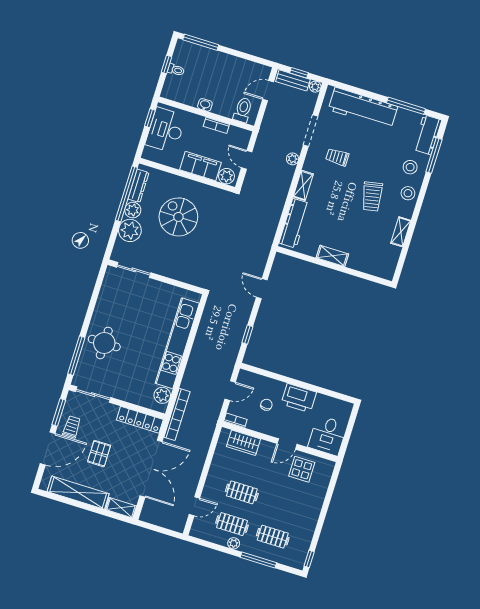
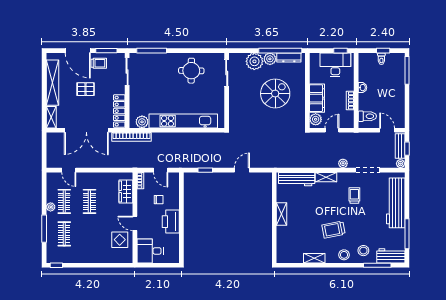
round table: (104, 343) -> (191, 71), moved

